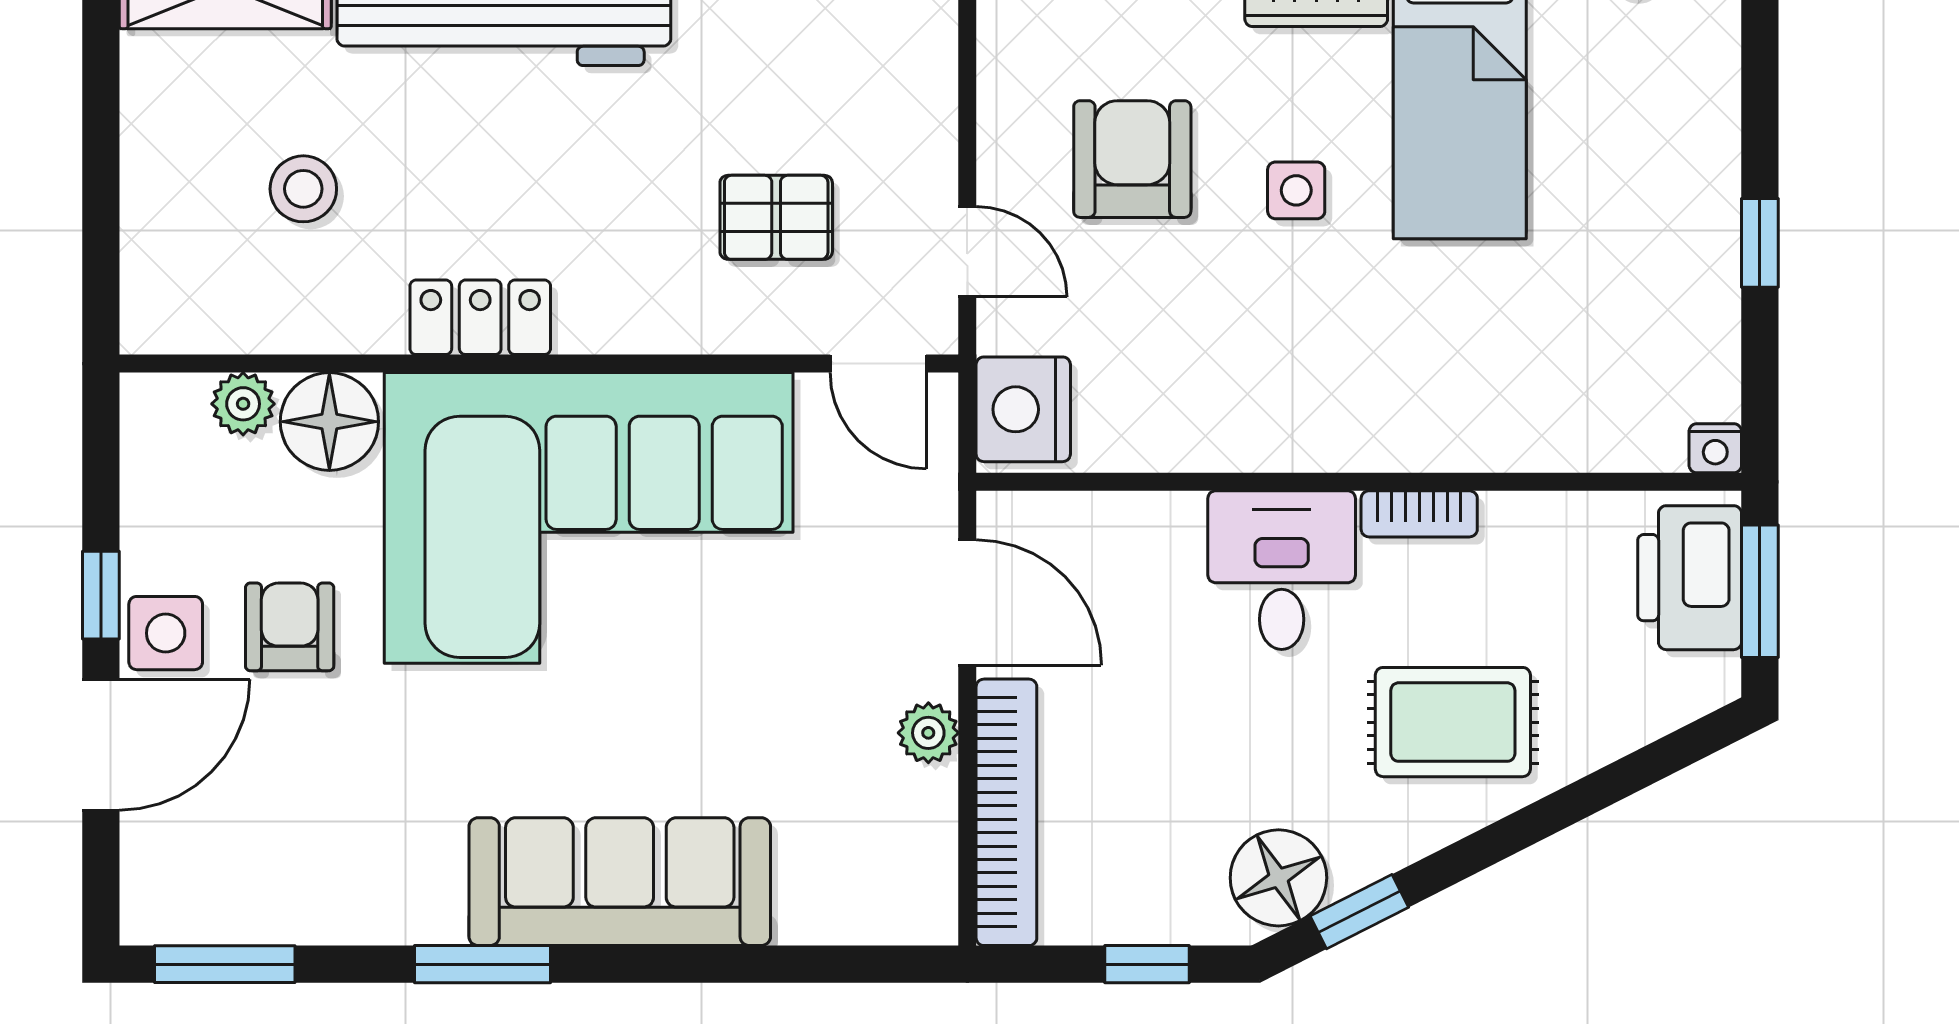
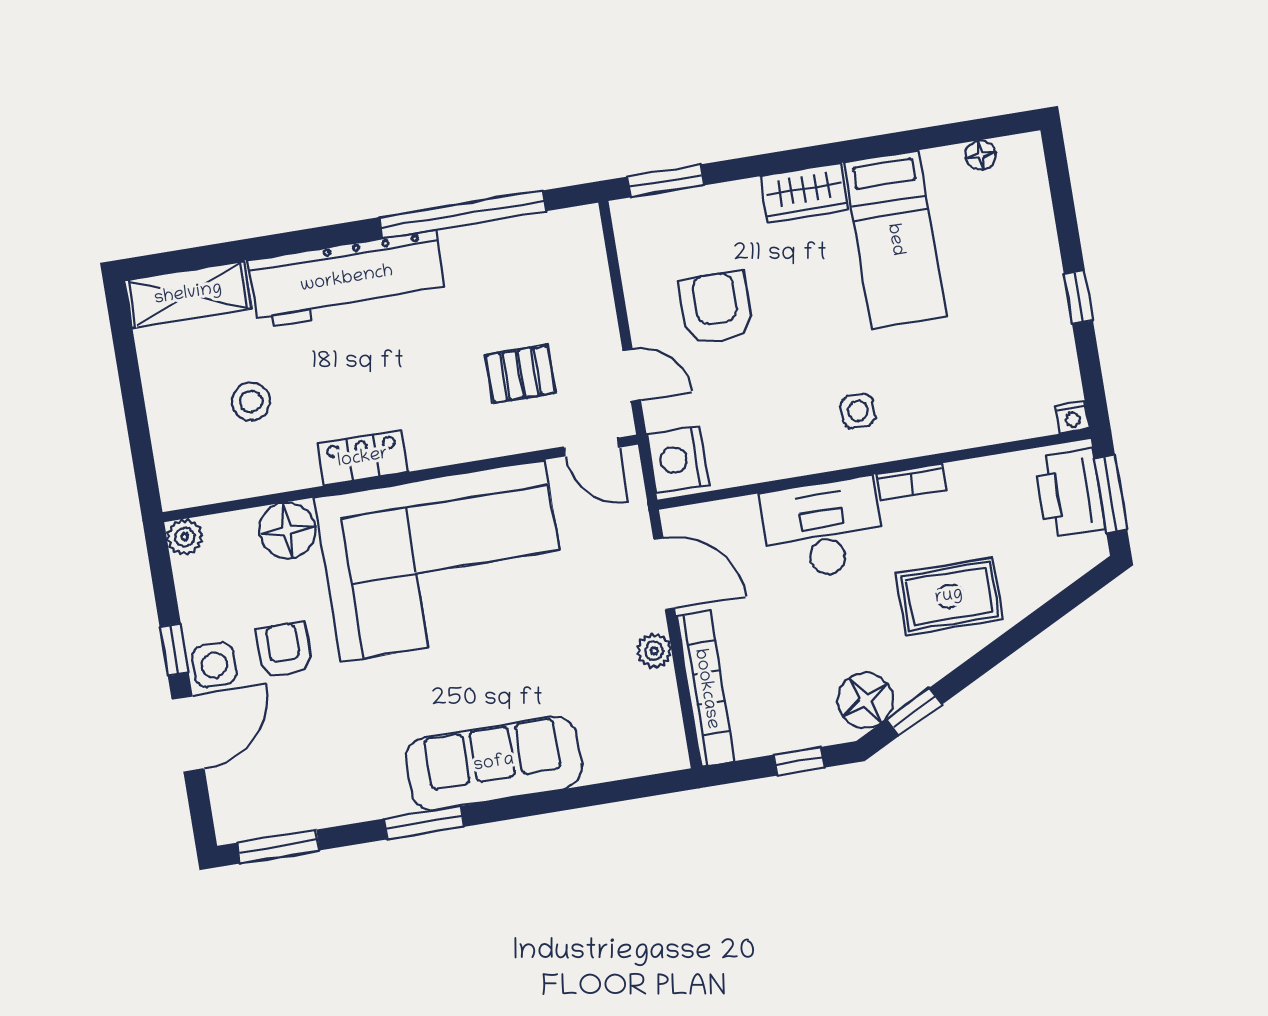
side table: (1296, 190) -> (858, 411), moved
plant: (243, 404) -> (185, 537), moved
desk: (1282, 570) -> (823, 529), width x1.37

